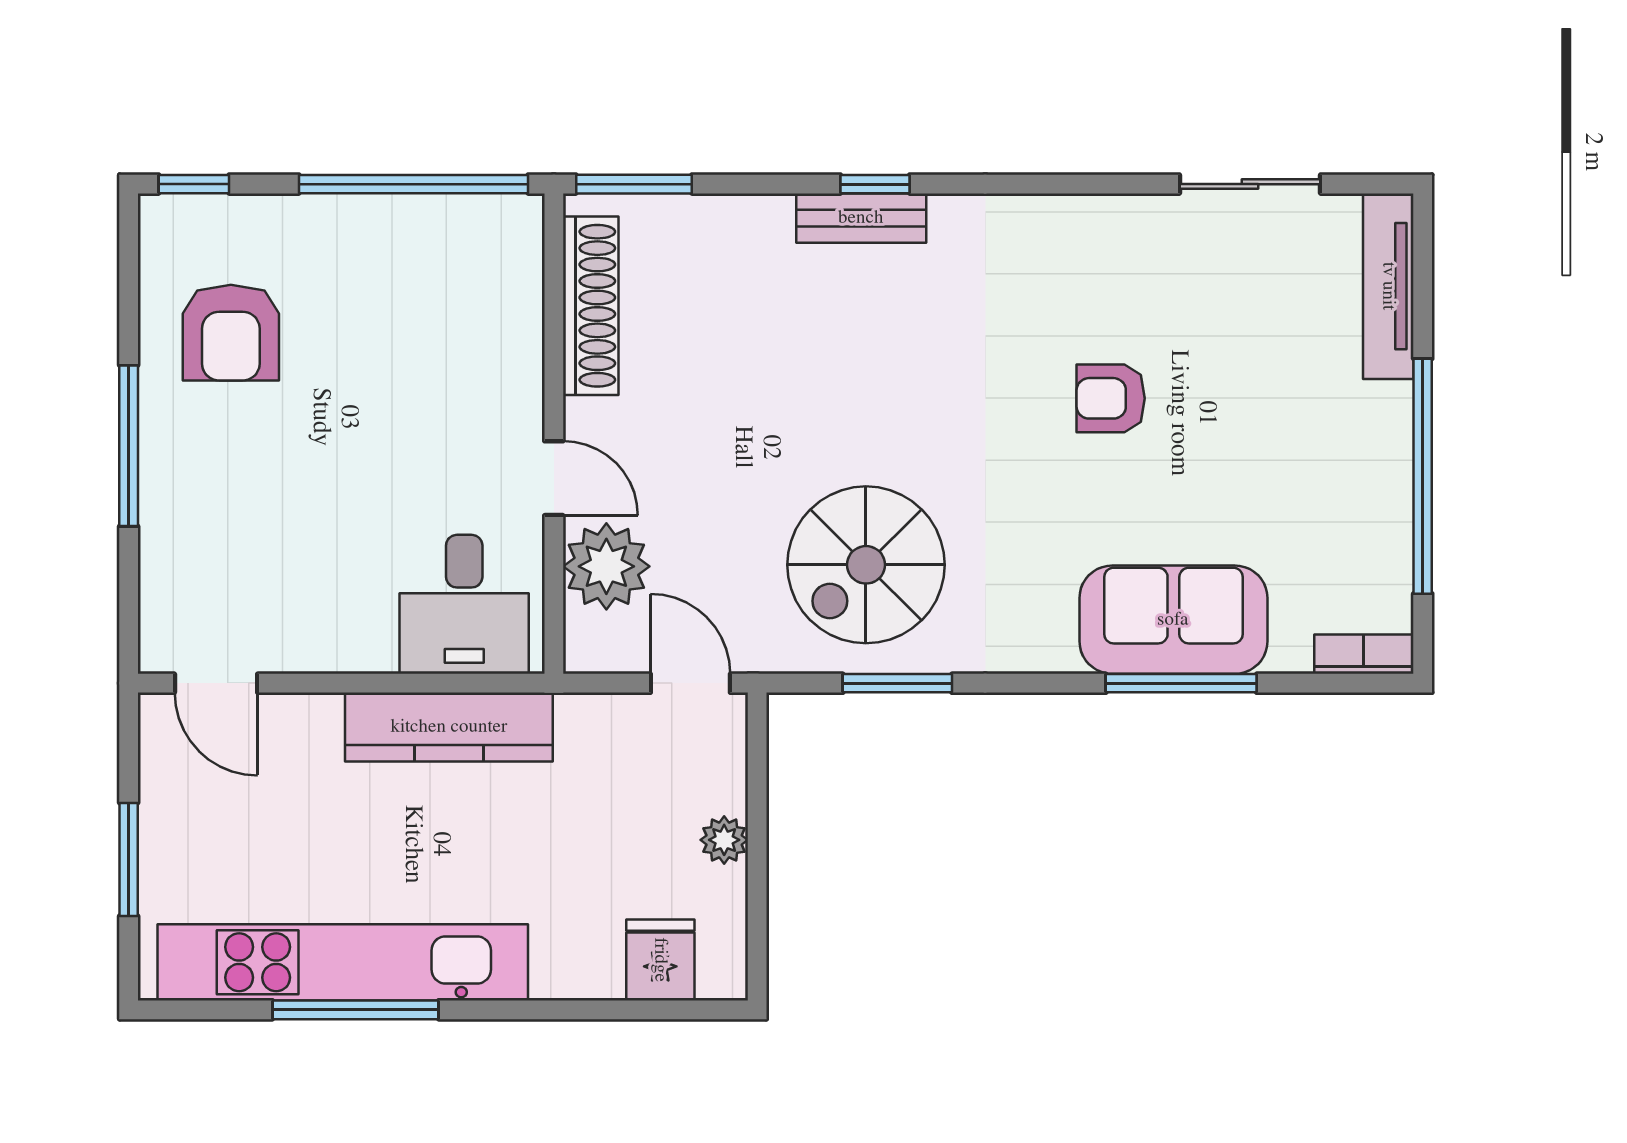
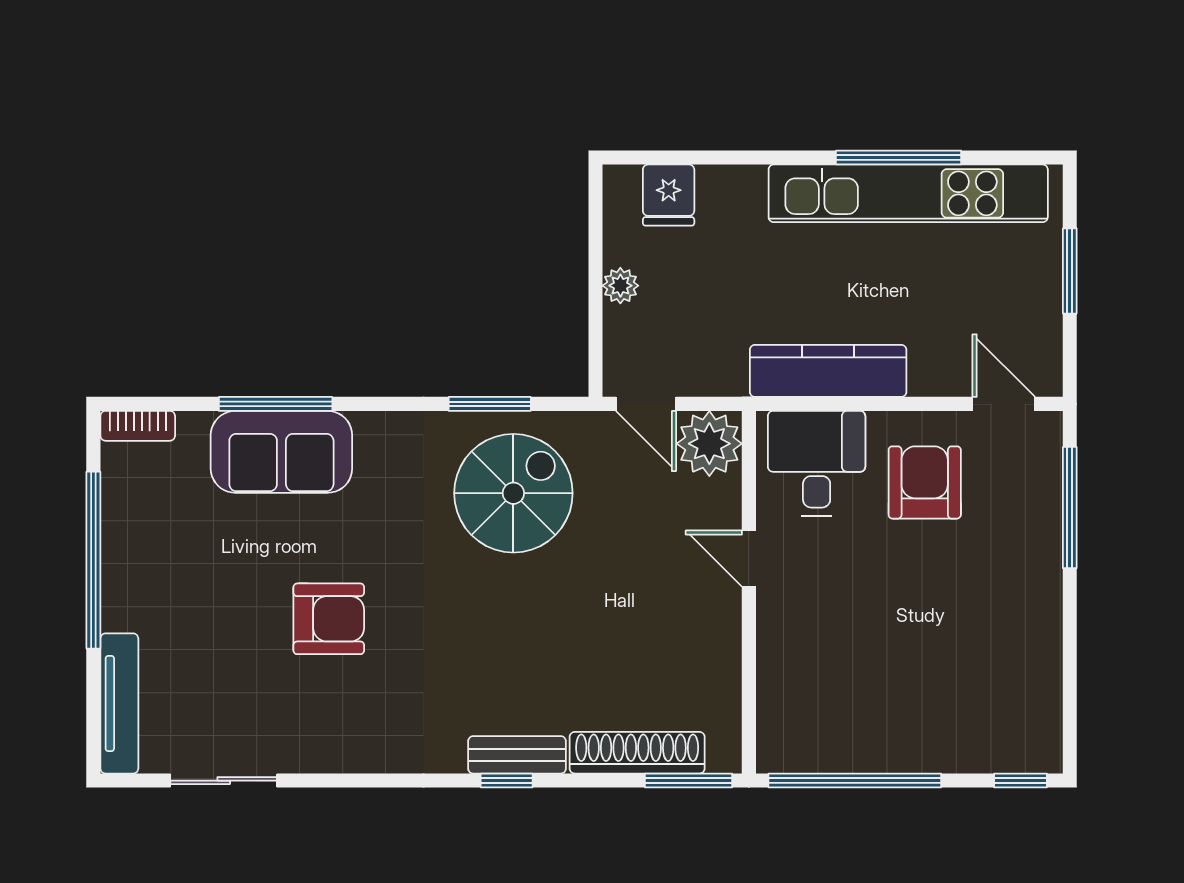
shoe rack: (591, 306) -> (637, 753), moved, turned 90
armchair: (231, 333) -> (925, 482), moved
armchair: (1111, 398) -> (329, 619), width x1.38, depth x1.38
window: (129, 446) -> (1070, 508), moved
plant: (606, 566) -> (709, 444), moved

